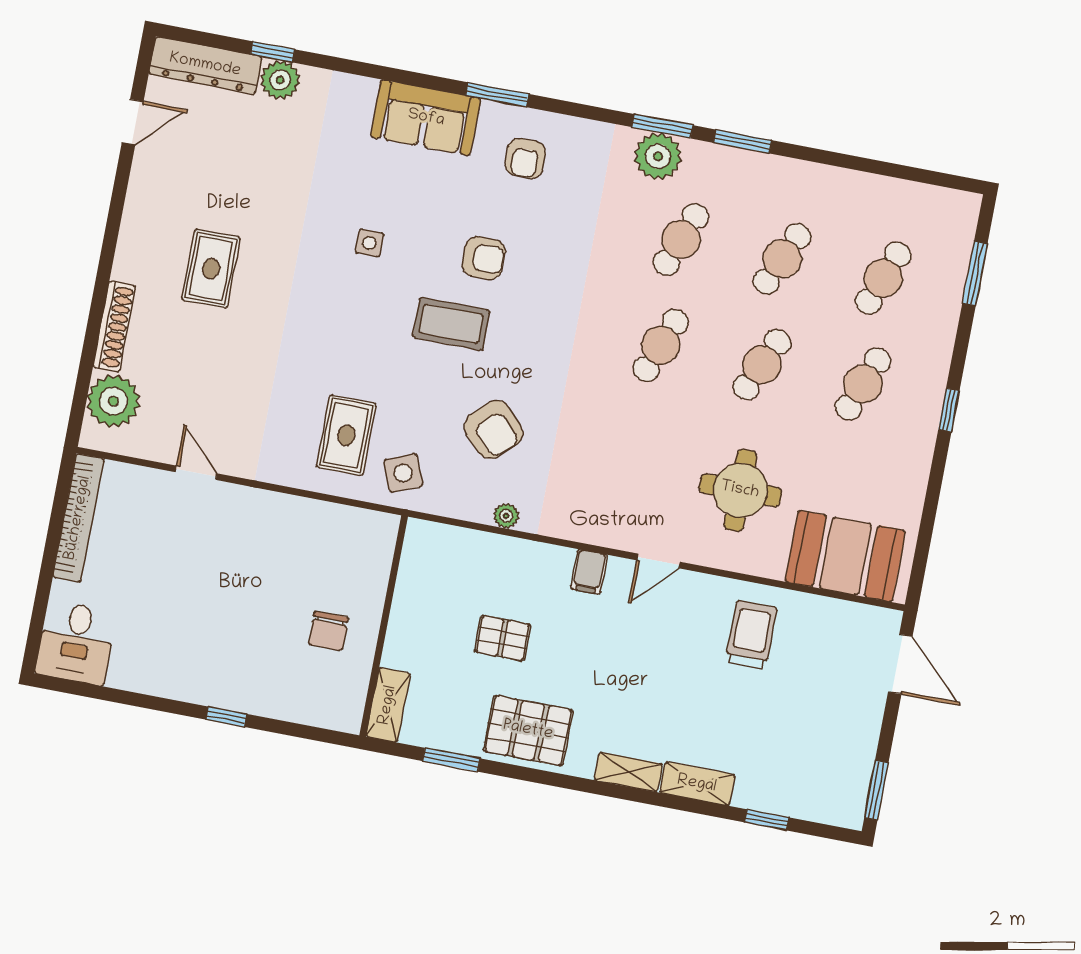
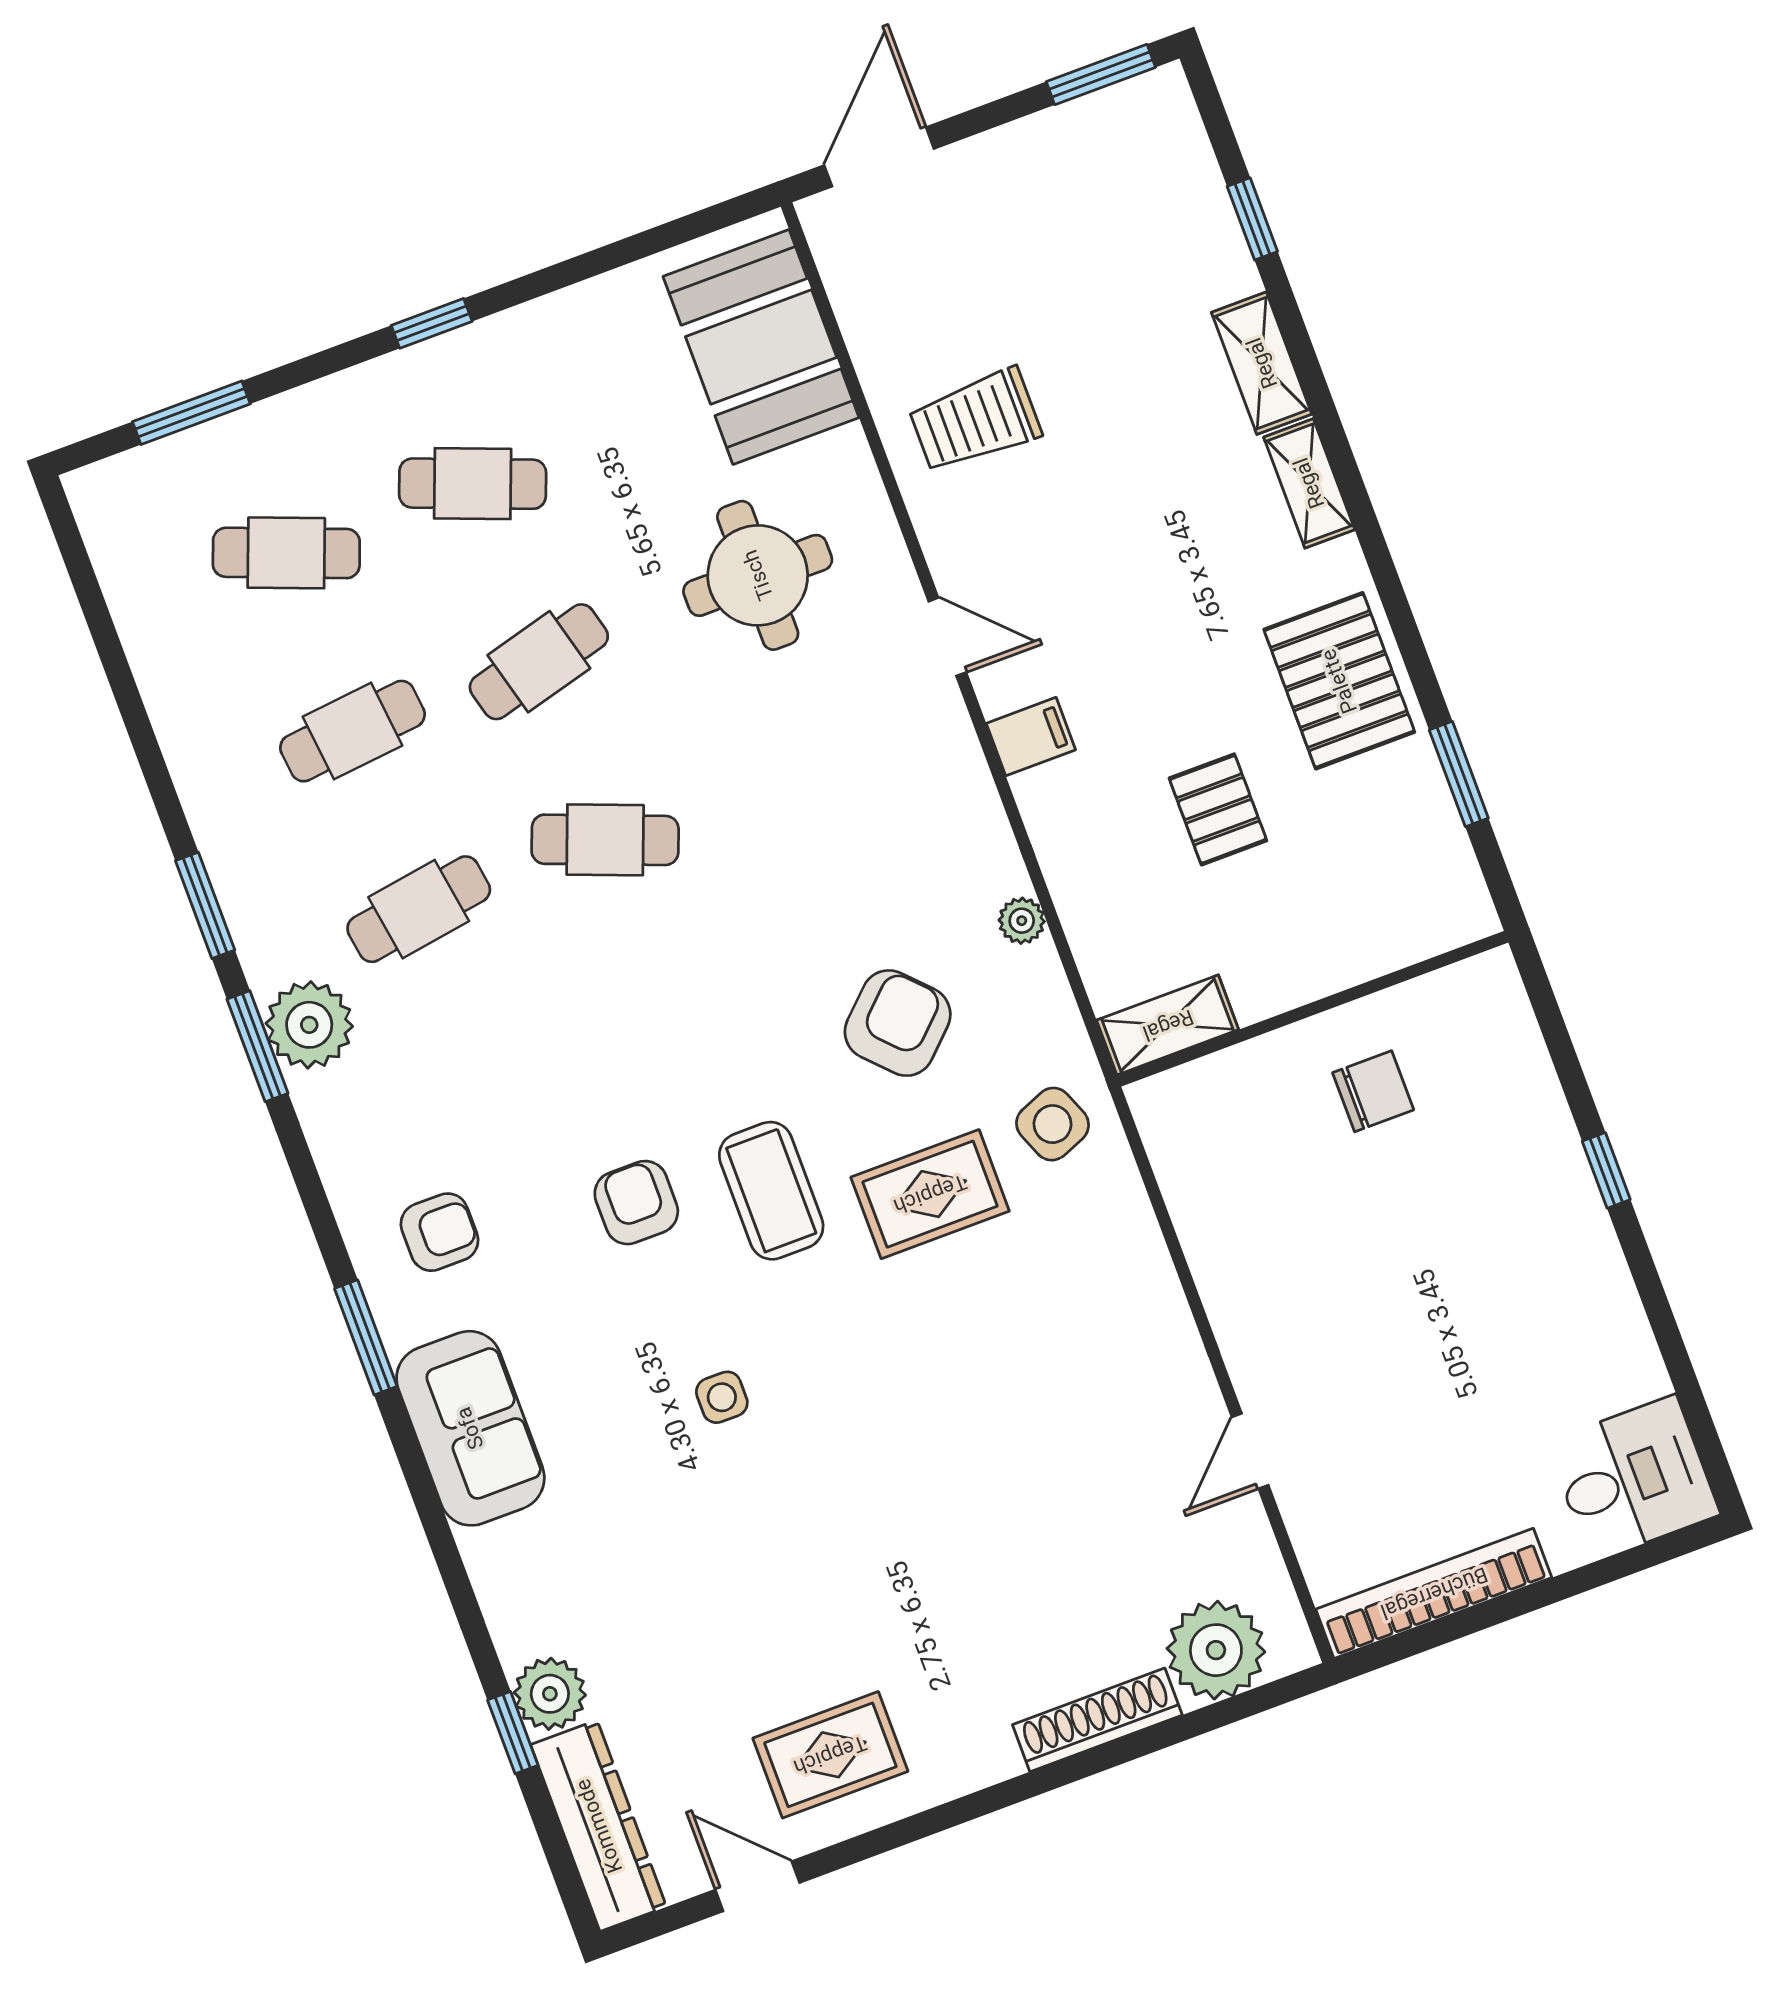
cafe table: (681, 239) -> (419, 909), turned -30
cafe table: (782, 259) -> (352, 731), turned -30
rug: (211, 269) -> (830, 1755), moved
cafe table: (762, 365) -> (539, 662), turned -39
rug: (346, 435) -> (930, 1194), moved
shelving: (388, 705) -> (1168, 1025), moved

